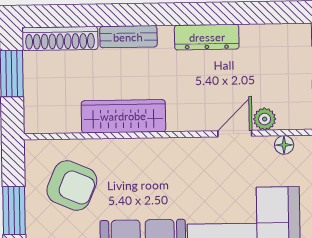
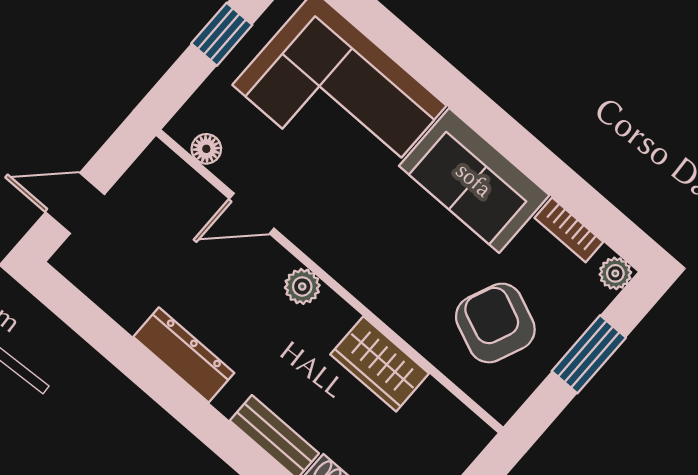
wardrobe: (123, 116) -> (380, 364), width x0.67
plant: (265, 119) -> (302, 286), moved

